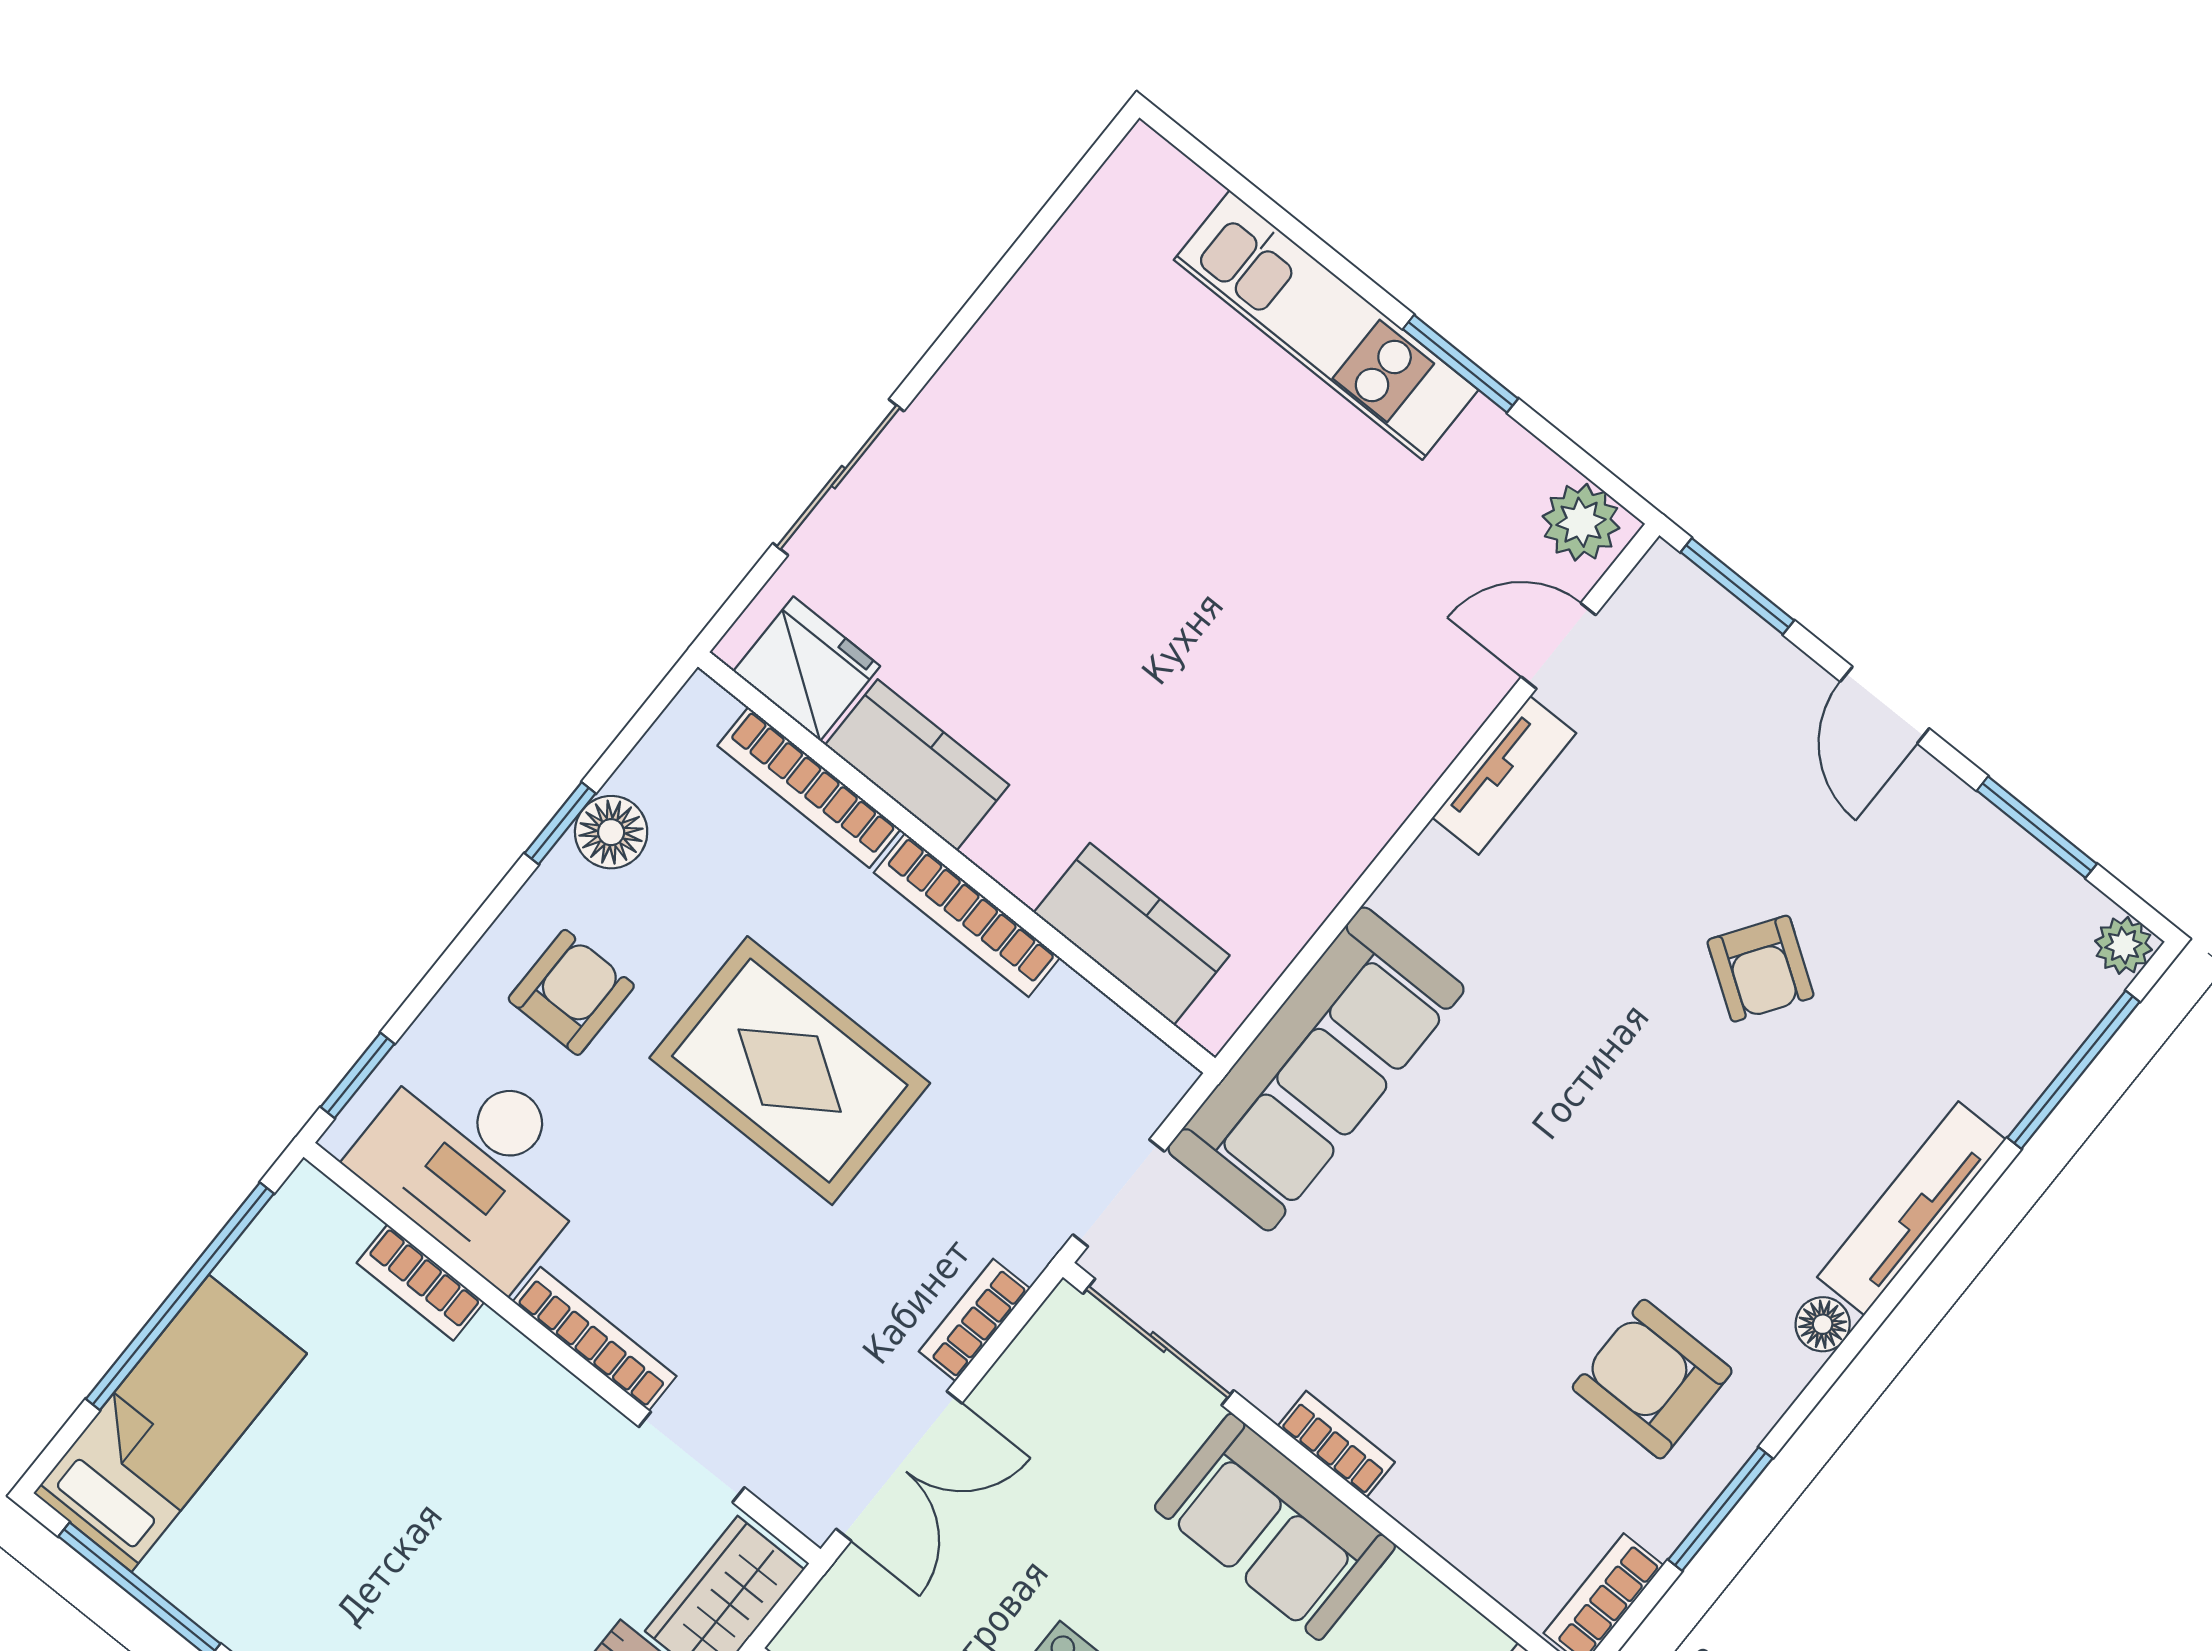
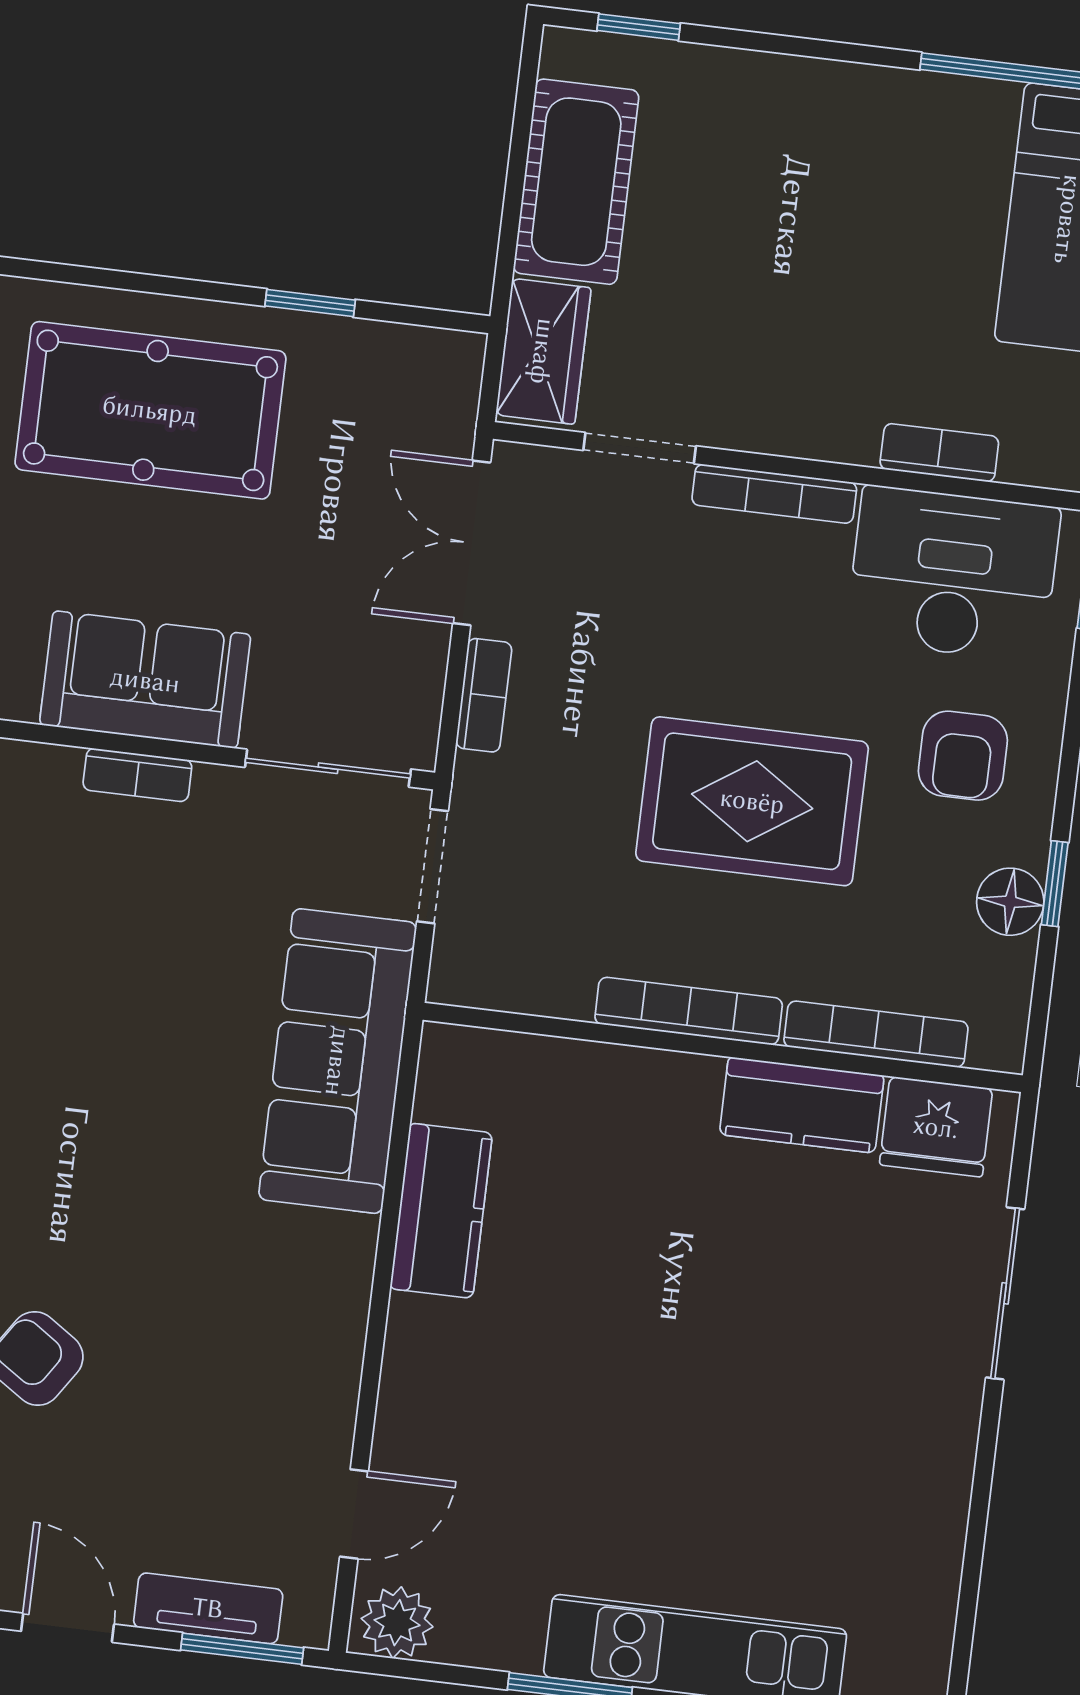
tv unit: (1504, 775) -> (208, 1608), moved, turned 90
kitchen counter: (1132, 934) -> (441, 1211), moved, turned -90

